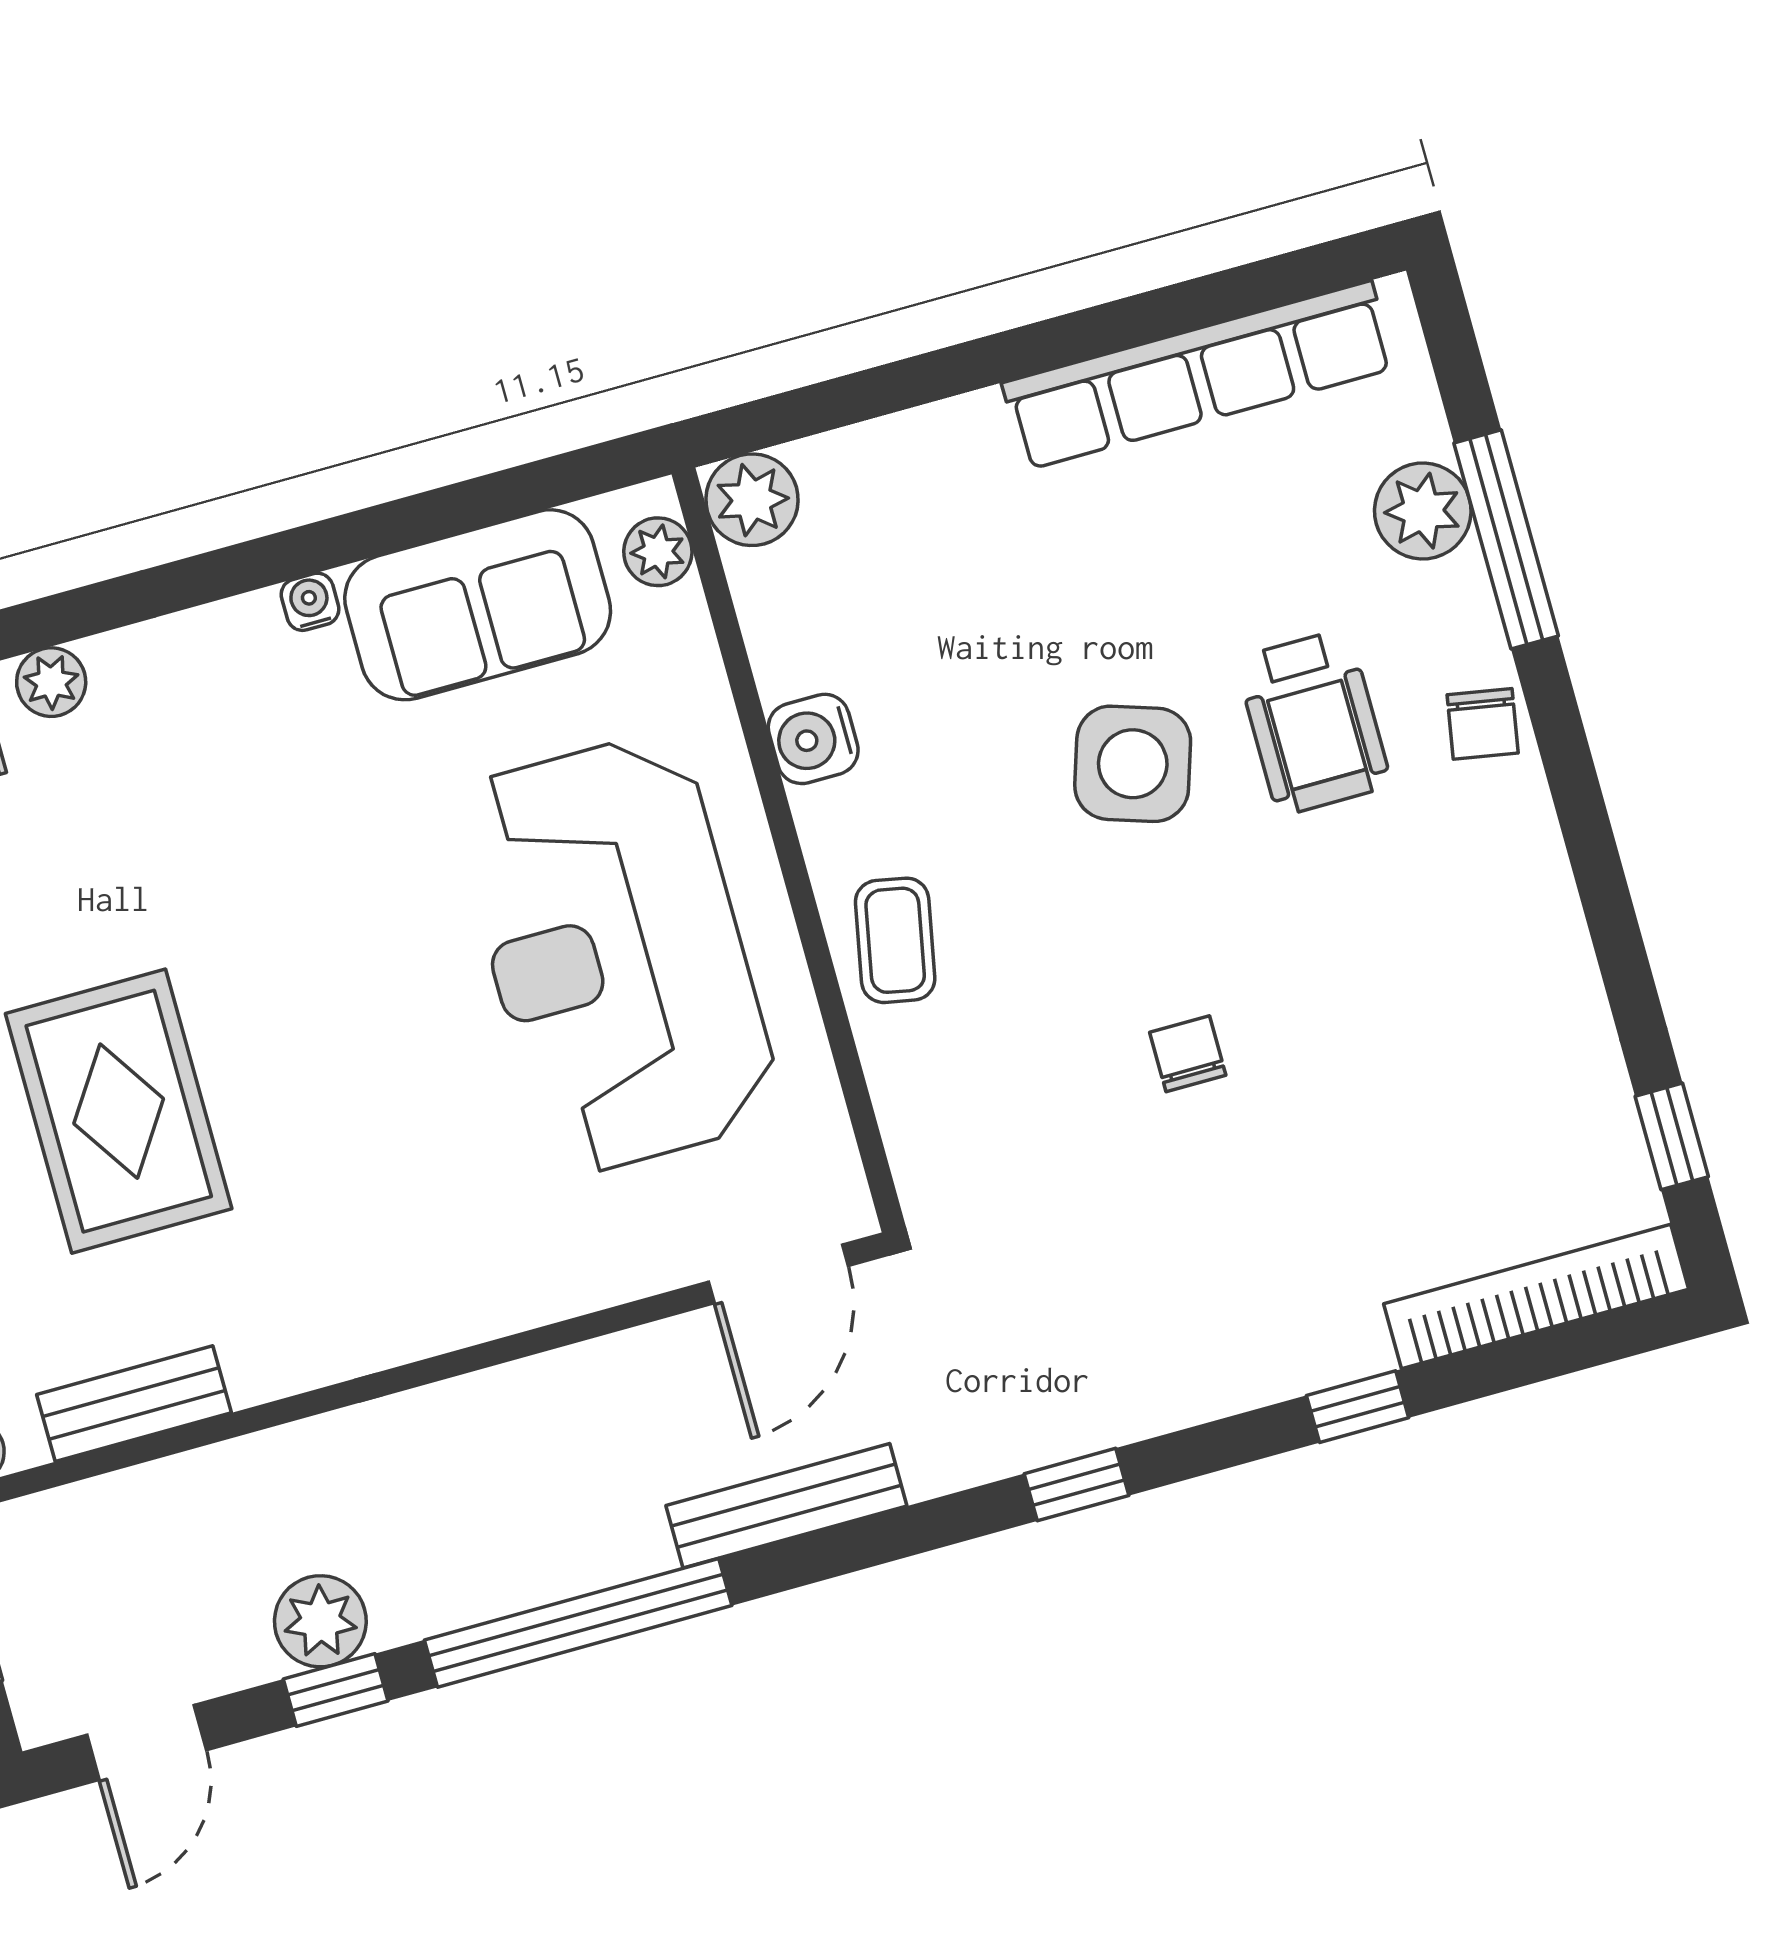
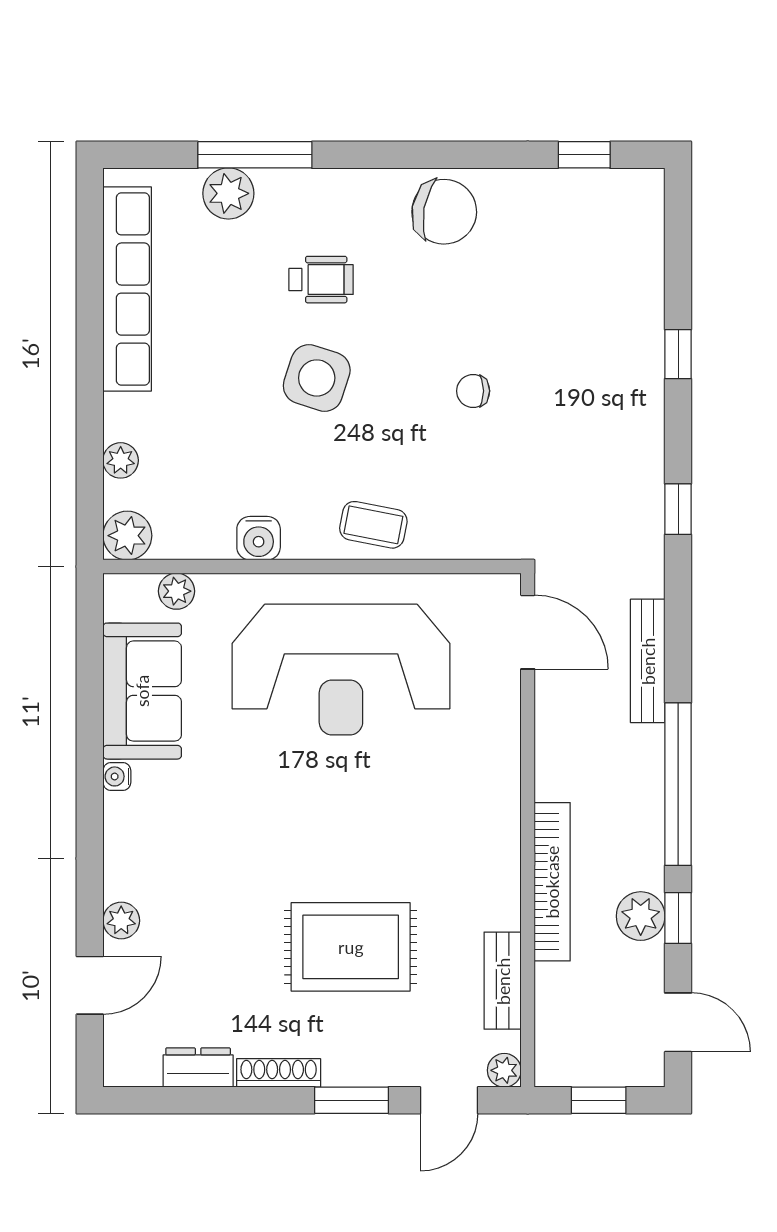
plant: (885, 450) -> (121, 460), added
plant: (658, 552) -> (177, 591), moved
wheelchair: (1313, 722) -> (321, 280), width x0.73, depth x0.73
chair: (1483, 724) -> (444, 212), moved, width x1.87, depth x1.87
bookcase: (1536, 1297) -> (552, 882), moved, turned 180

